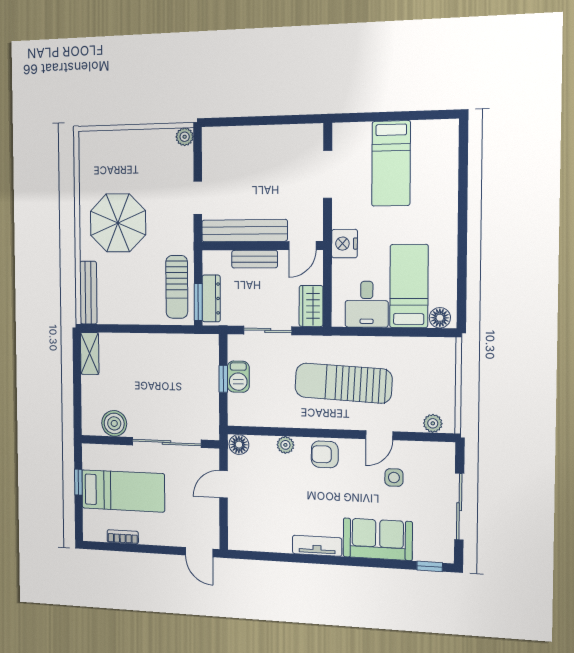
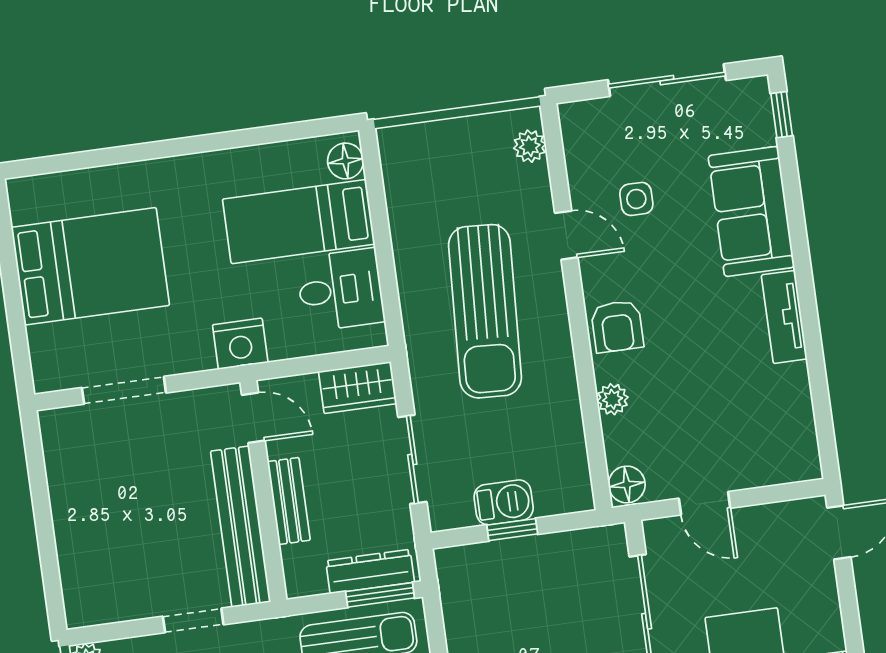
bed: (391, 163) -> (90, 266), width x1.50

